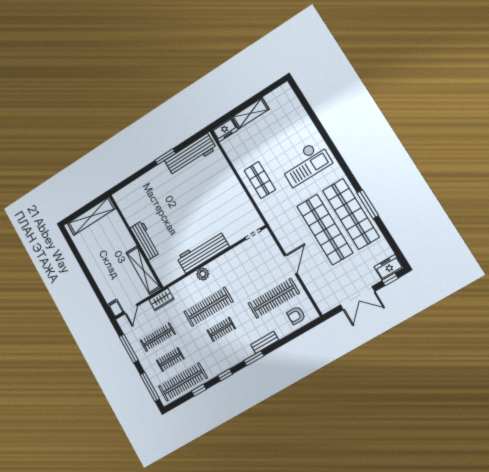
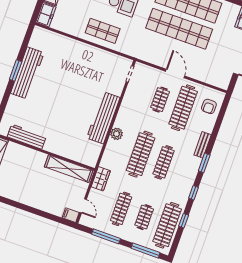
workbench: (190, 155) -> (27, 73), moved
workbench: (145, 240) -> (27, 137), moved
clothes rail: (260, 276) -> (160, 100), added
clothes rail: (221, 329) -> (164, 162), width x1.36

